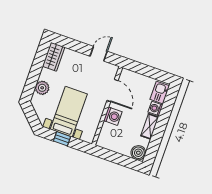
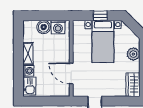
washing machine: (113, 116) -> (58, 27), moved, turned -90
boiler: (138, 153) -> (44, 27), moved

